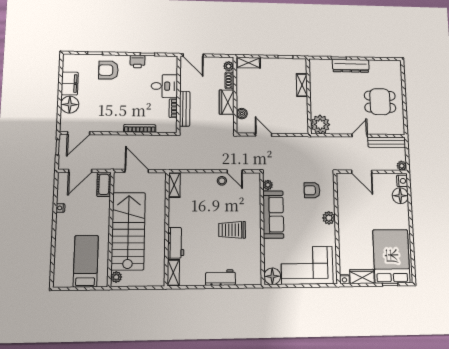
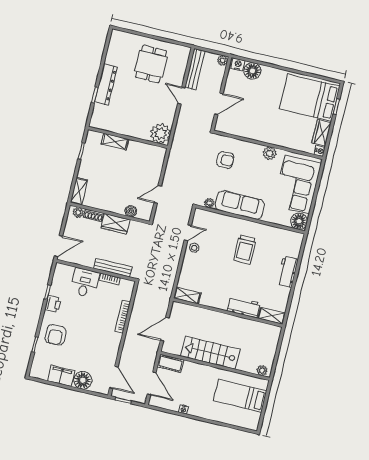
armchair: (312, 190) -> (225, 160), turned -90
plant: (329, 218) -> (270, 153), moved
stairs: (128, 231) -> (210, 353), width x0.73, depth x0.66

